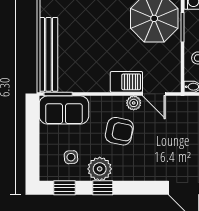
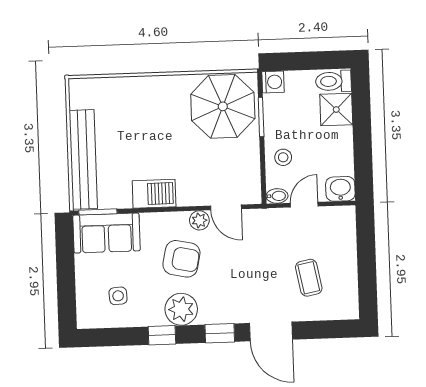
barbecue: (126, 82) -> (154, 194), moved
plant: (100, 169) -> (181, 309), moved
window: (64, 188) -> (220, 333), moved

